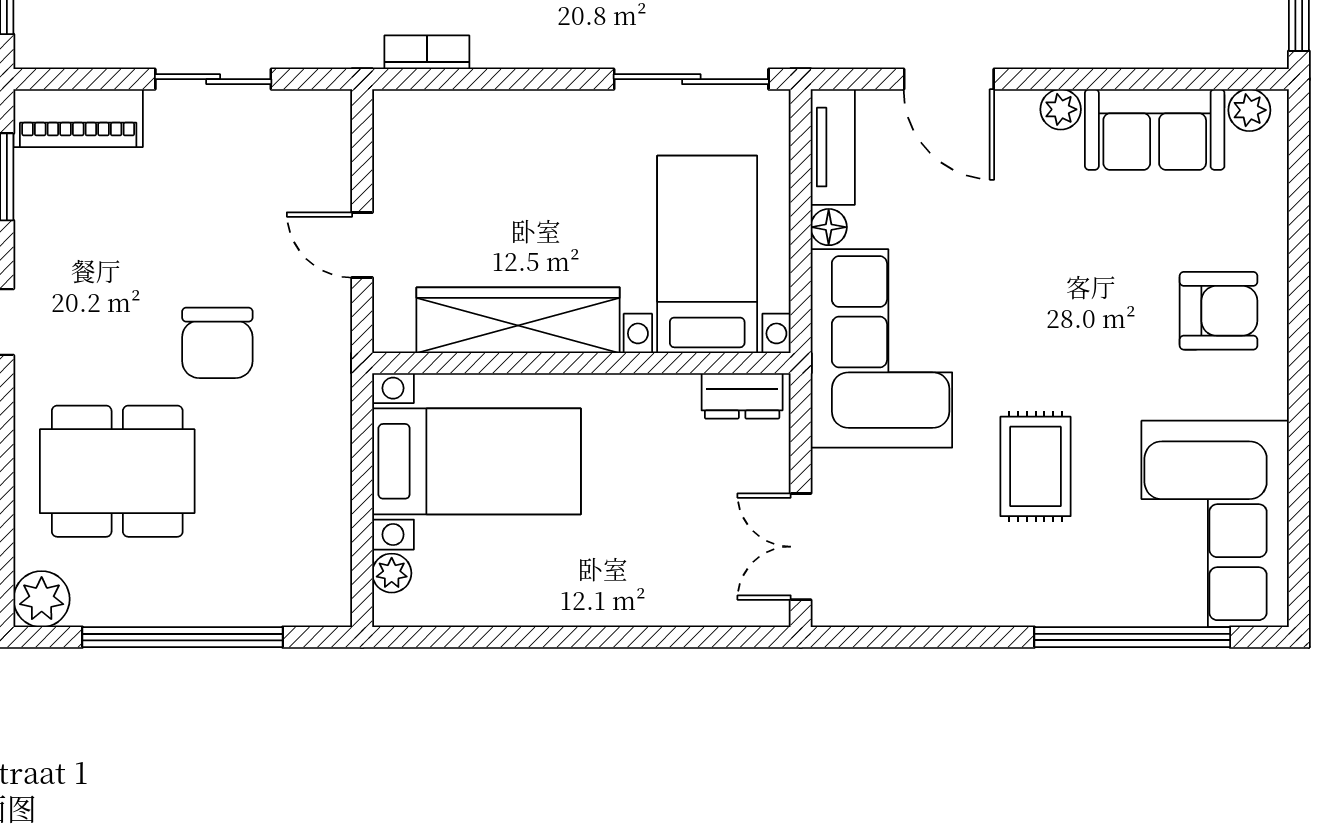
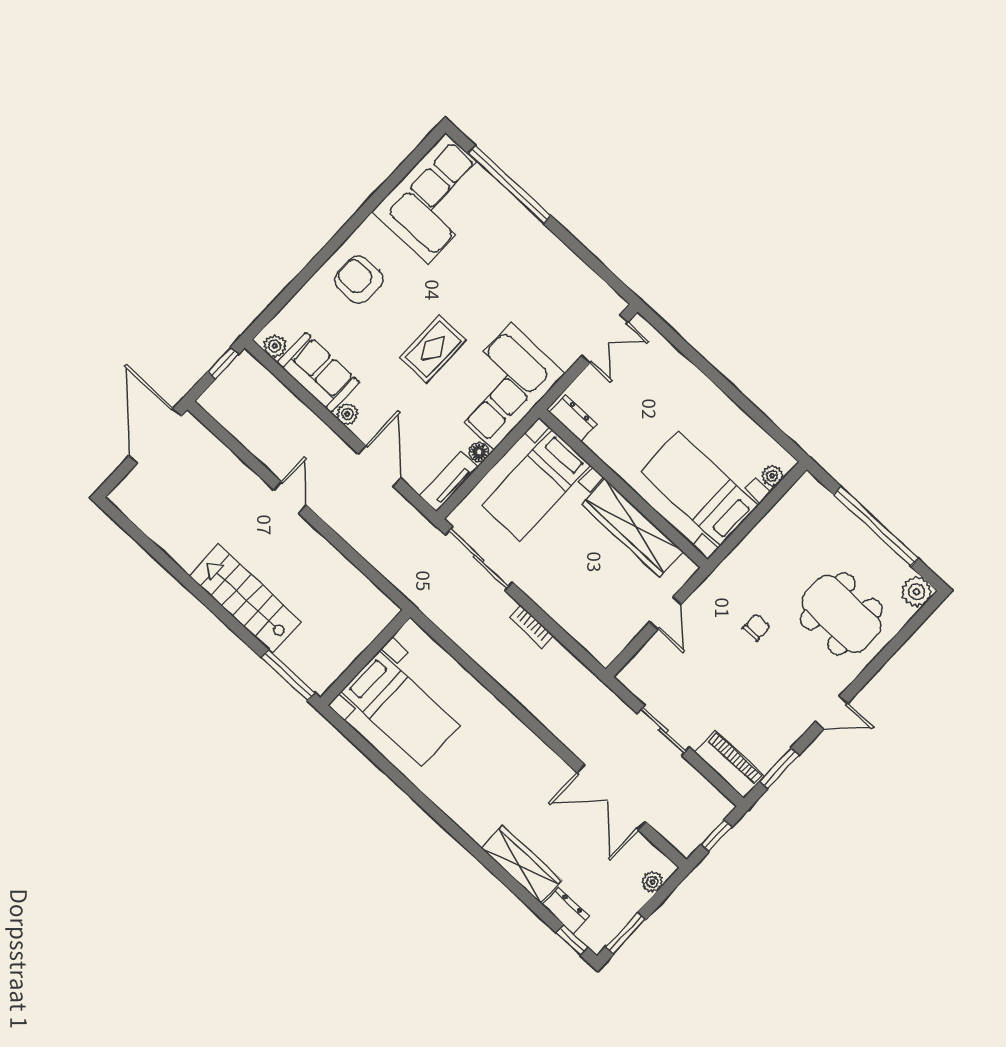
bookcase: (427, 52) -> (531, 627), moved
chair: (217, 343) -> (757, 627), width x0.54, depth x0.54
rug: (1036, 466) -> (433, 349), moved

